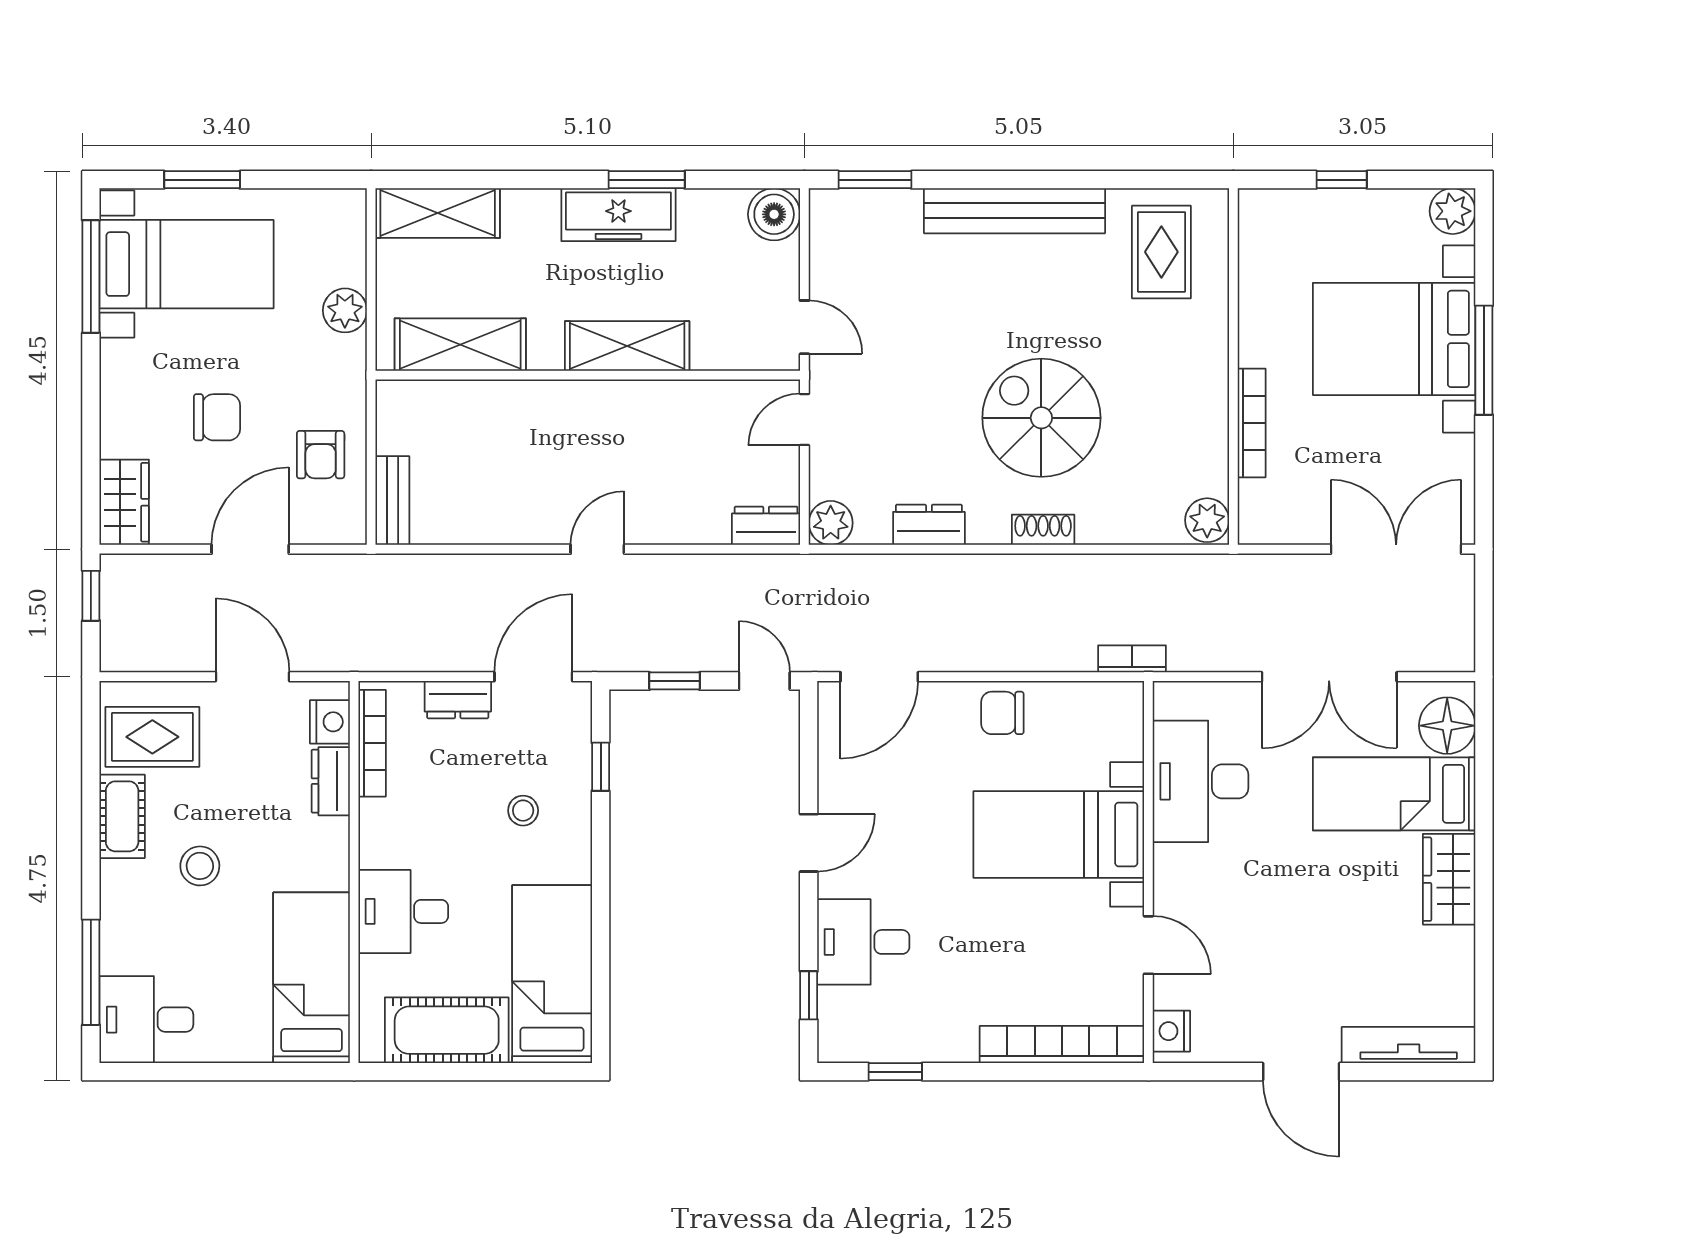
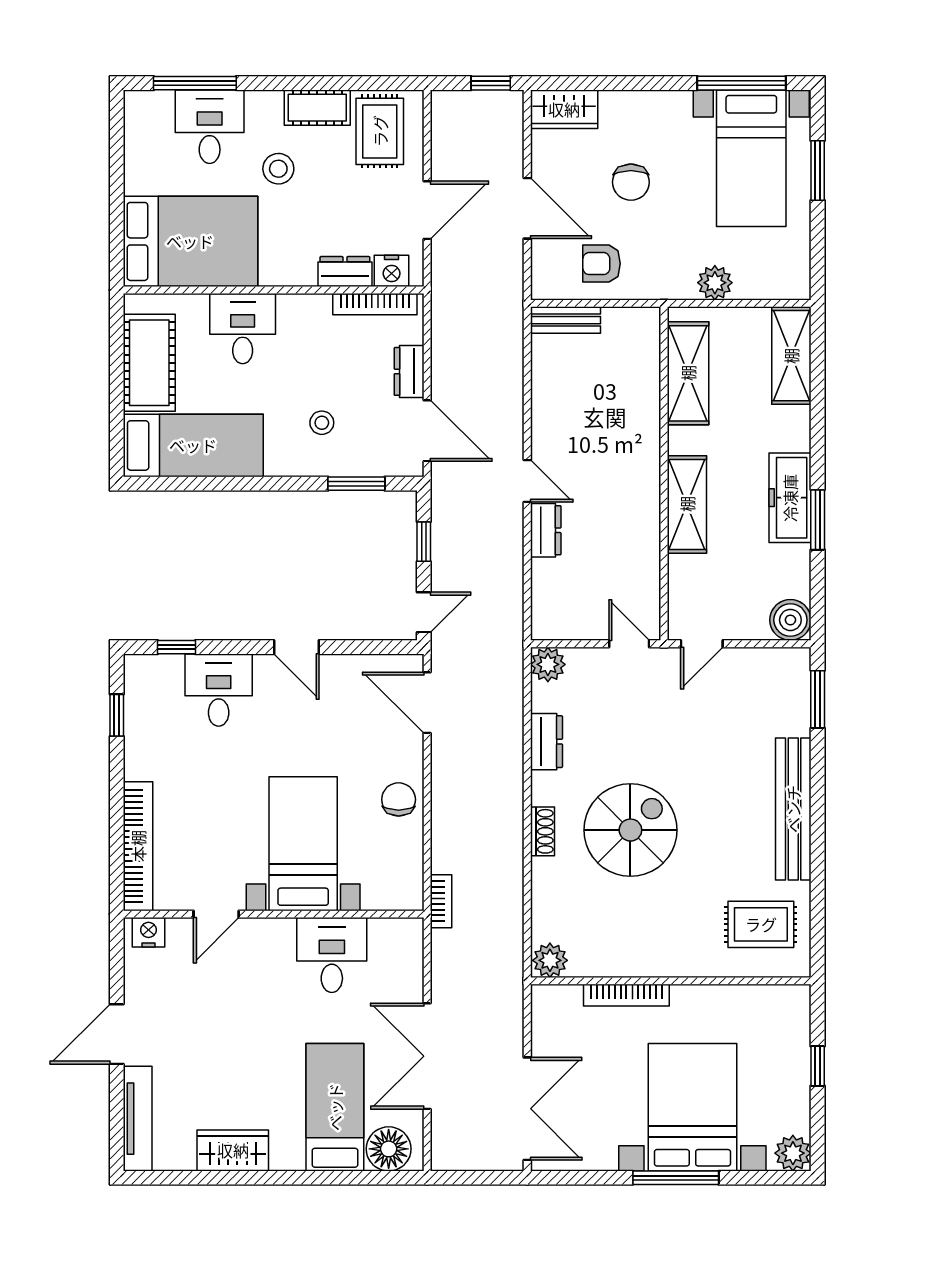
dresser: (766, 526) -> (546, 530), moved
window: (601, 767) -> (356, 484), width x1.50
desk: (1200, 781) -> (332, 955), width x0.73
wardrobe: (1449, 879) -> (233, 1150), moved
bed: (312, 978) -> (190, 241), width x1.50
desk: (146, 1020) -> (210, 127), moved

